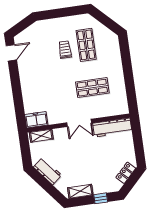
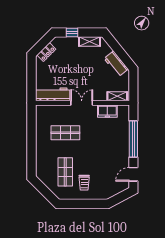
trolley: (65, 50) -> (84, 183), moved
window: (17, 91) -> (133, 139), added
freezer: (36, 120) -> (107, 111), moved

